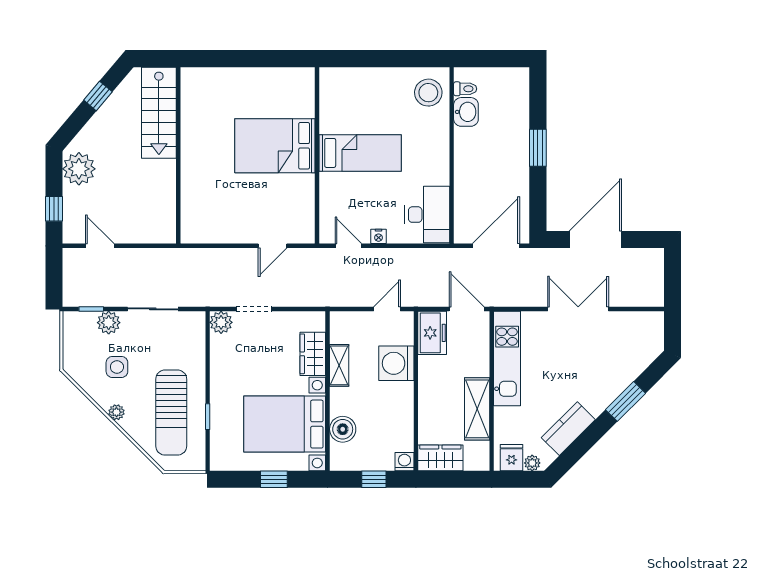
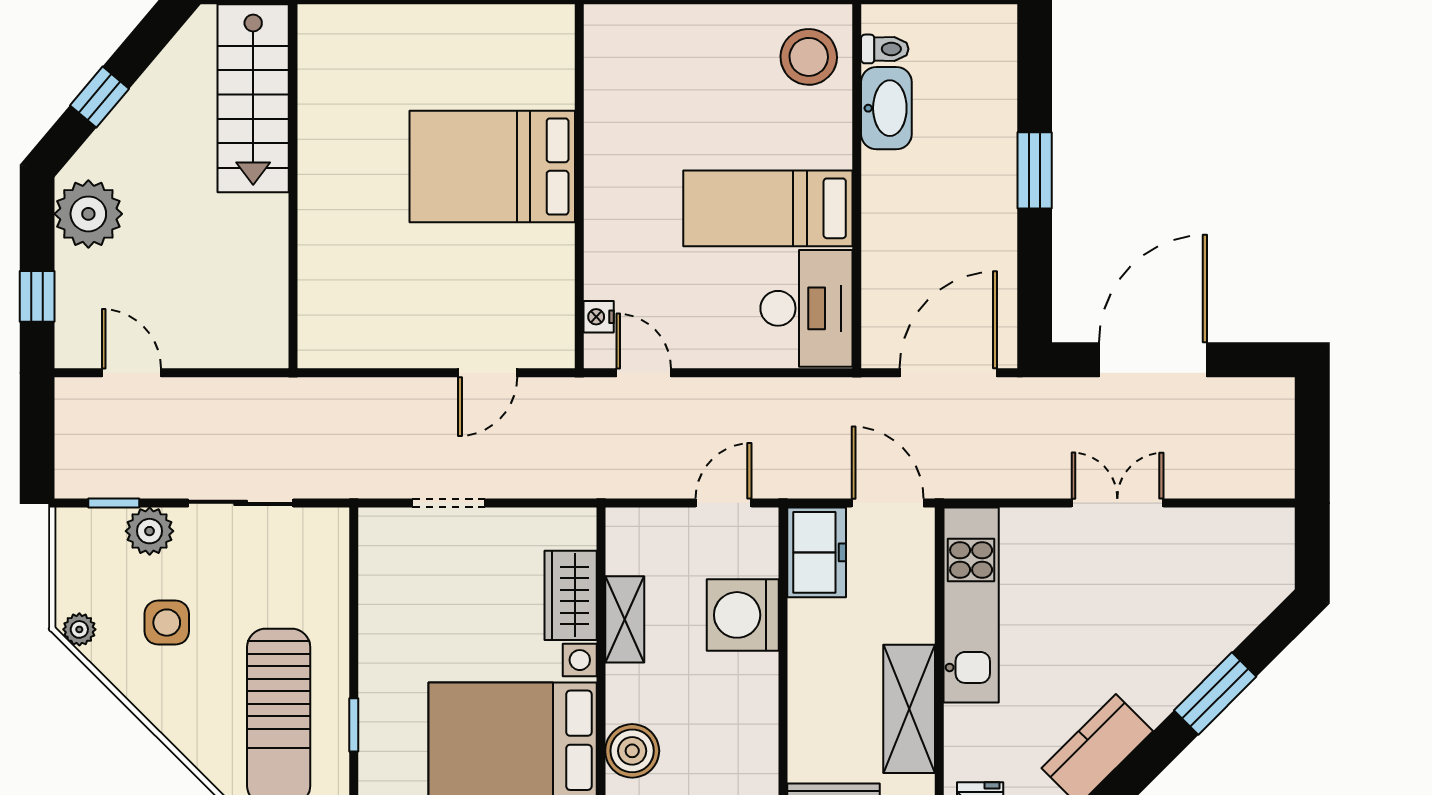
window: (98, 96) -> (99, 97), moved
washbasin: (466, 112) -> (886, 108), width x1.38
bed: (360, 153) -> (768, 208), moved, turned 180
nightstand: (379, 236) -> (599, 317), moved, turned 90
double door: (578, 309) -> (1117, 503), width x0.73
plant: (221, 322) -> (381, 531), removed
plant: (117, 412) -> (79, 629), moved

